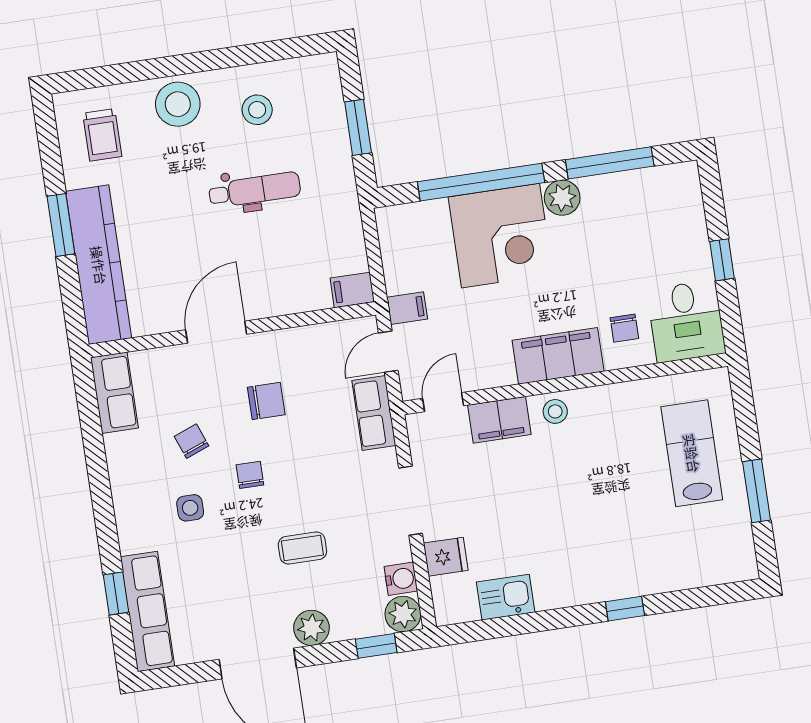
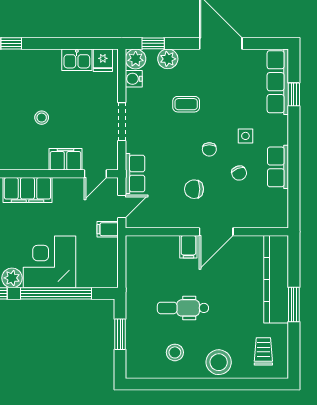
filing cabinet: (352, 290) -> (188, 247), moved, turned 90
row of seats: (114, 393) -> (278, 167), moved
stool: (555, 411) -> (42, 118), moved
fridge: (446, 557) -> (103, 60), moved, turned -90
plant: (311, 628) -> (168, 59), moved

